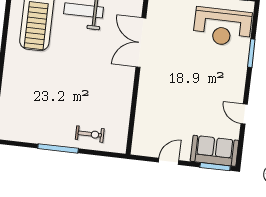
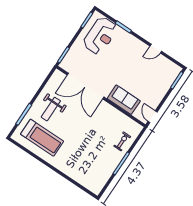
double door: (141, 43) -> (86, 86), width x1.36
sofa: (214, 151) -> (124, 100), moved, turned 90
door: (169, 161) -> (152, 117), moved

